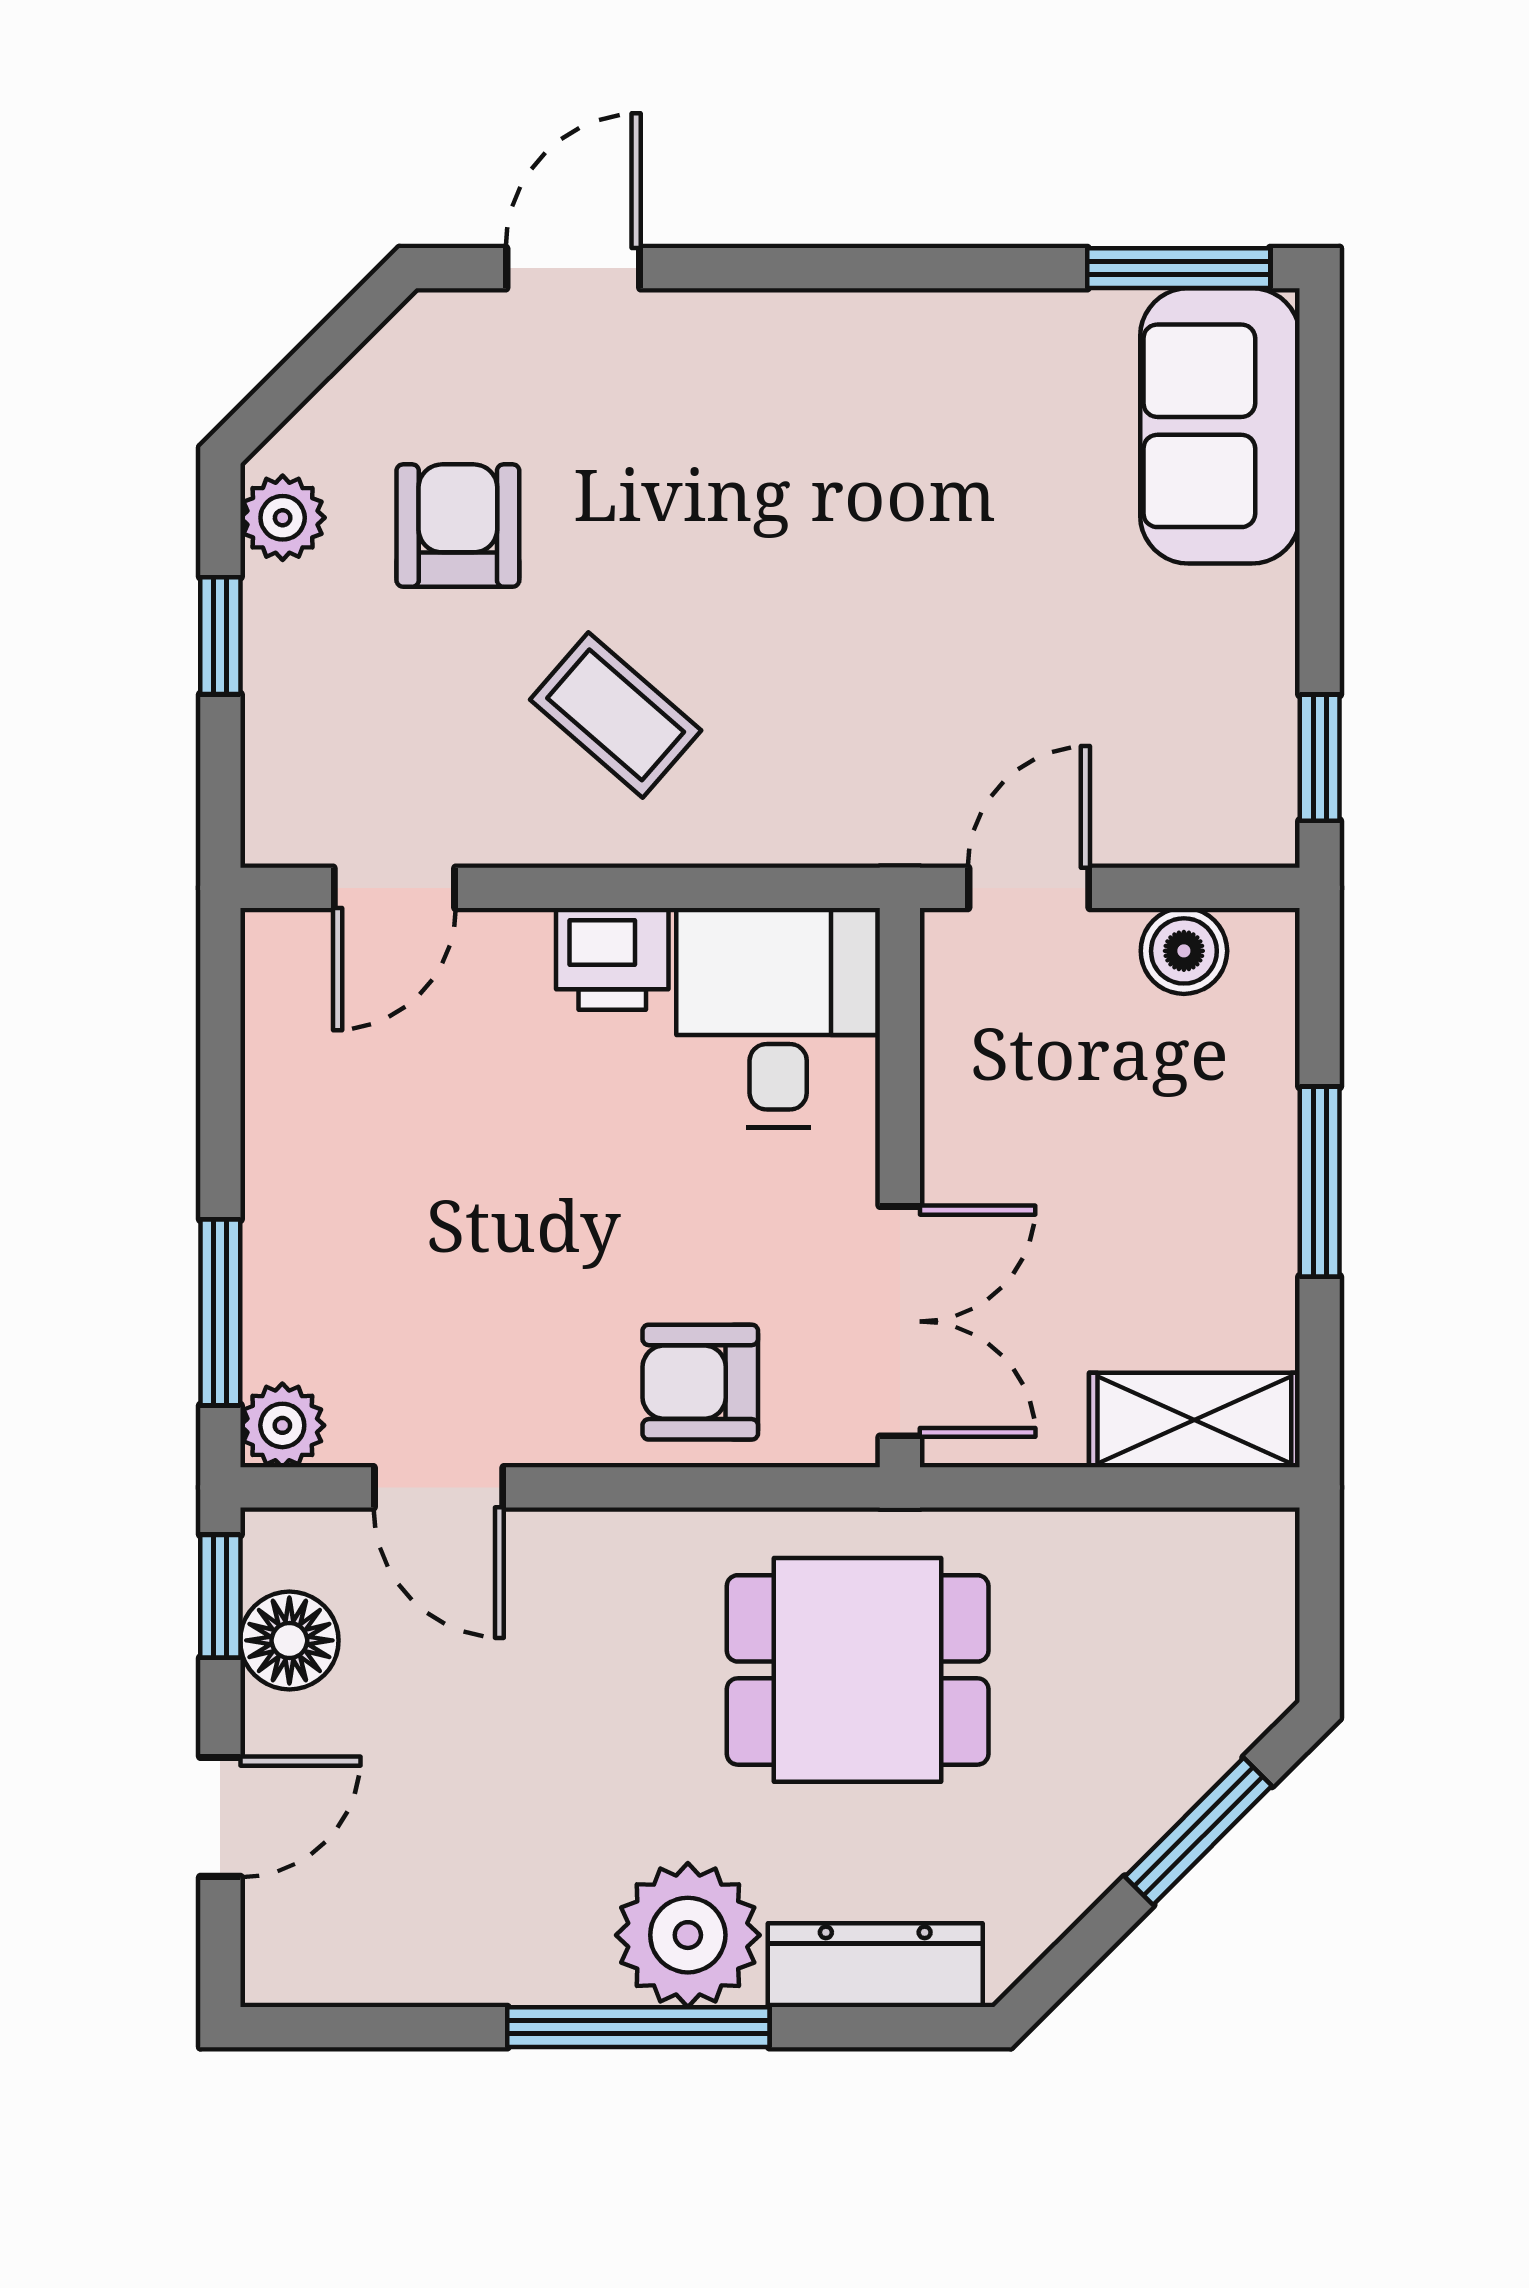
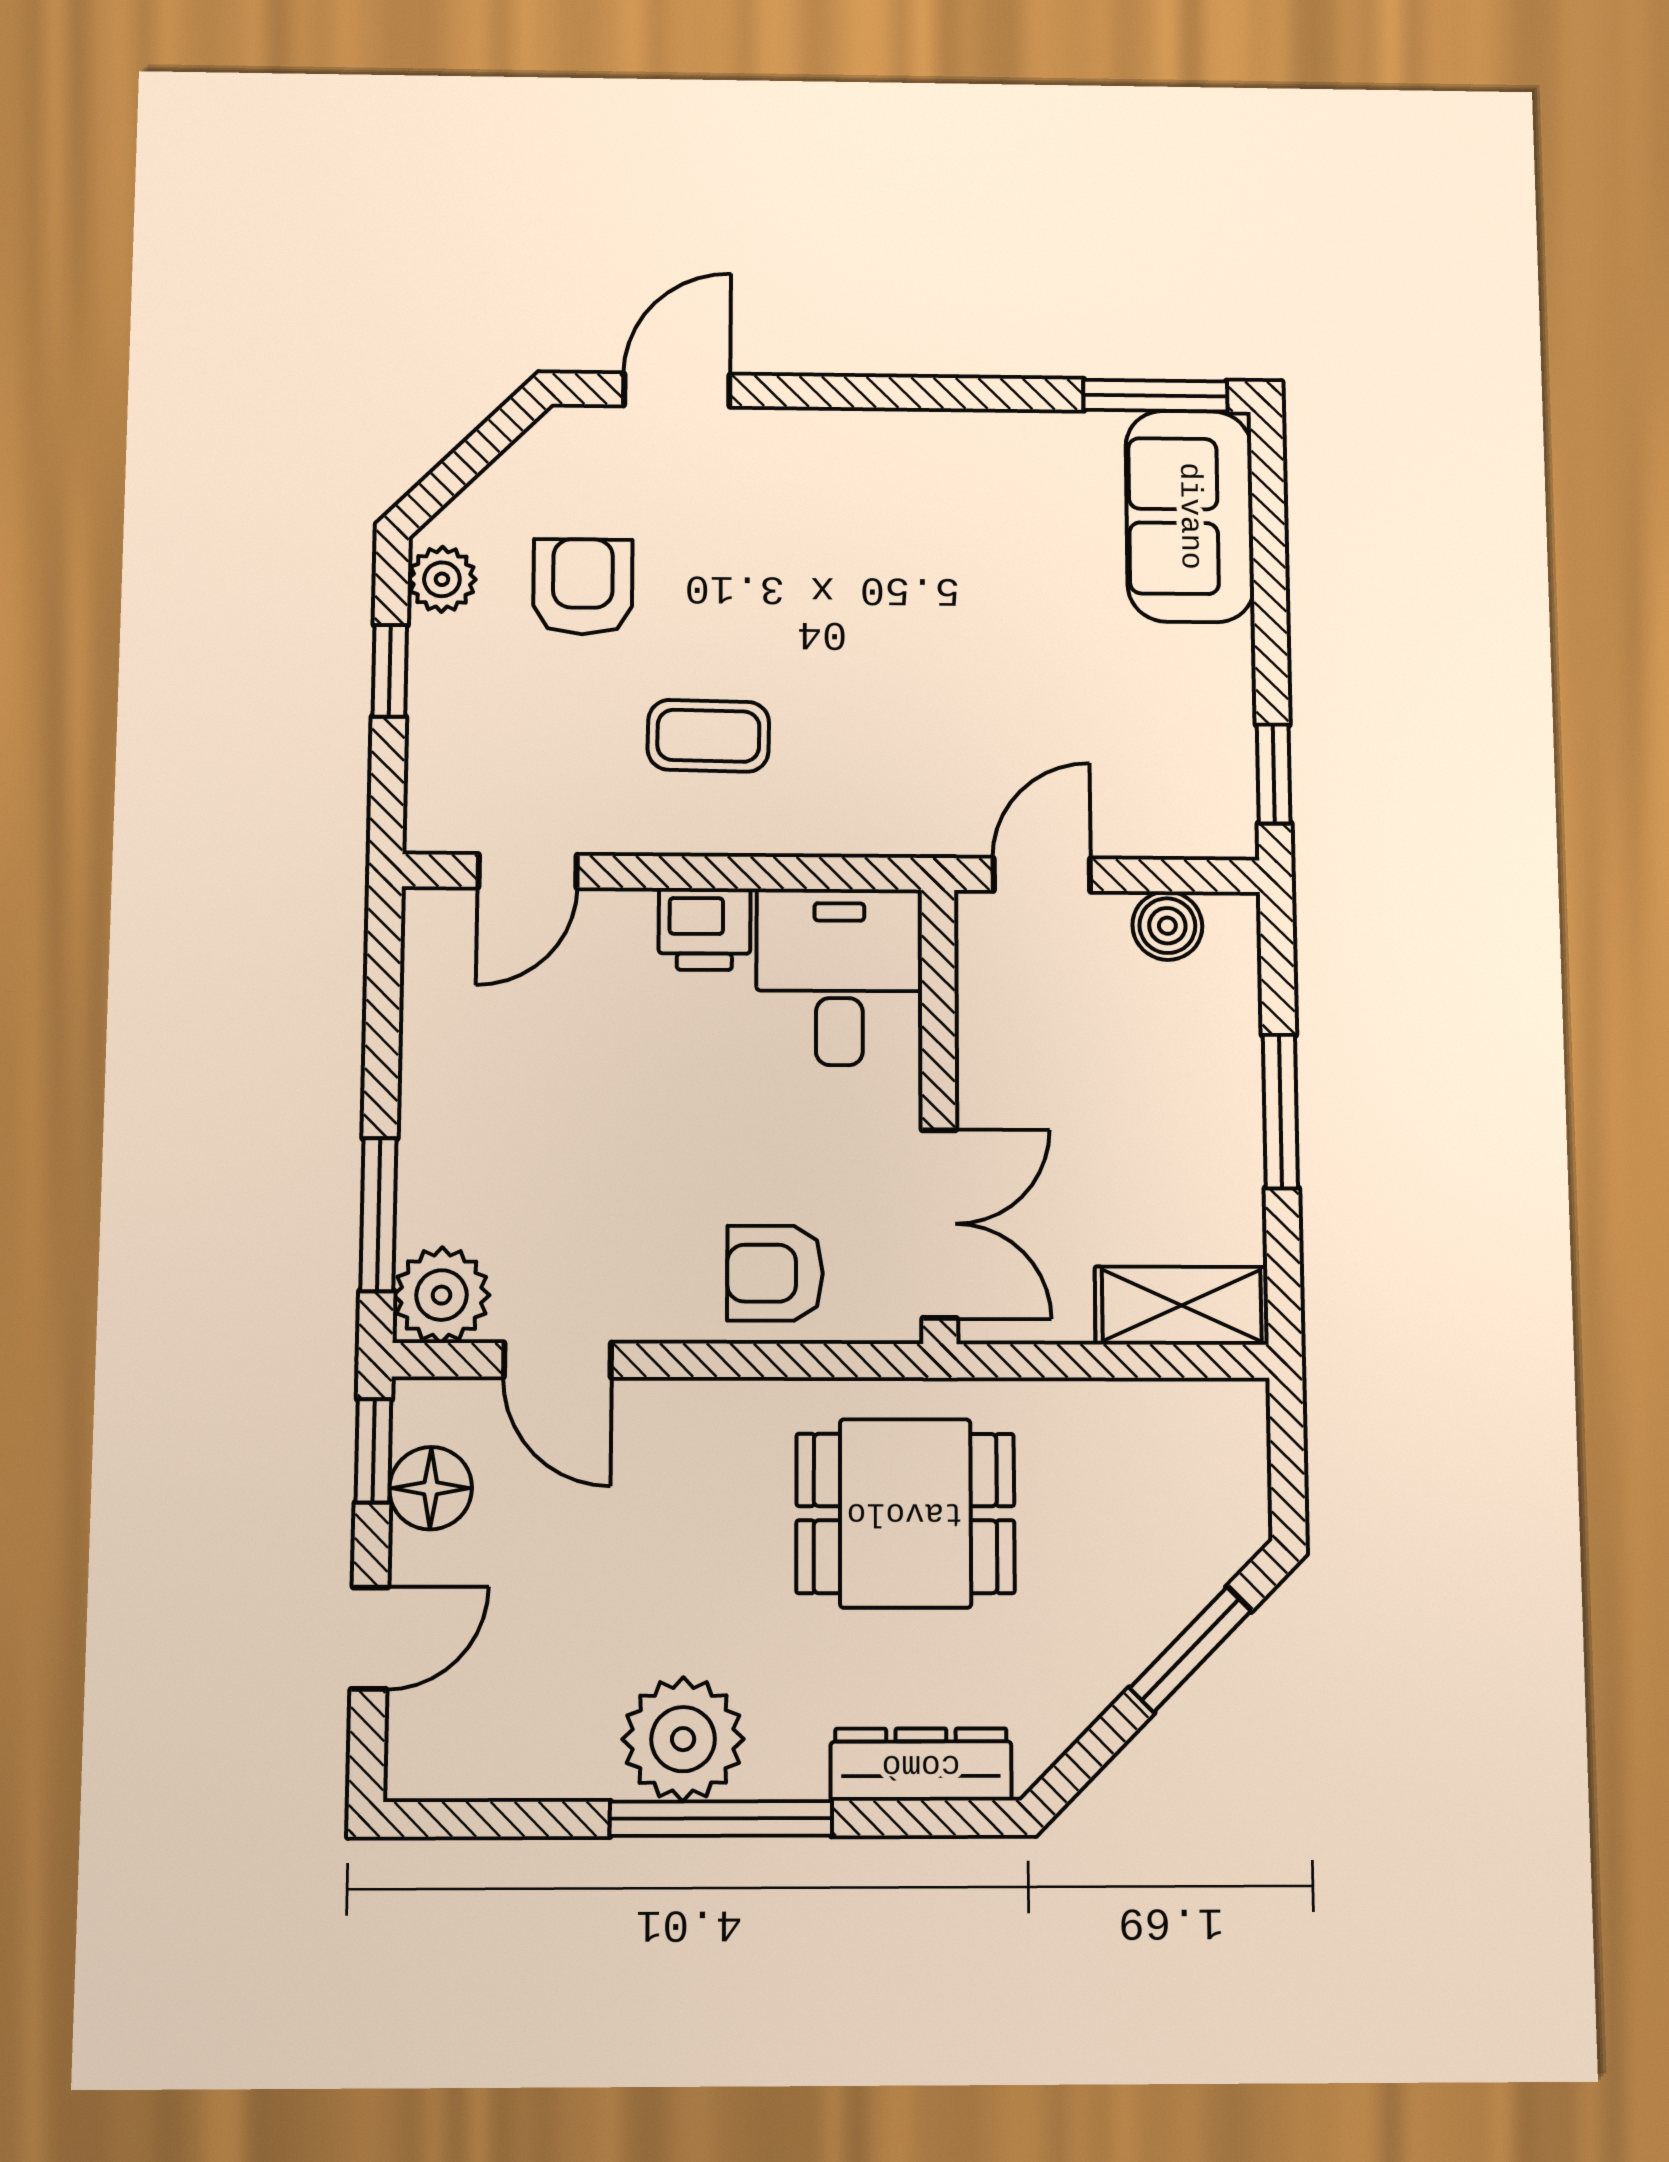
coffee table: (616, 715) -> (708, 736), turned -40
plant: (282, 1425) -> (441, 1295), width x1.38, depth x1.38
plant: (688, 1935) -> (683, 1739), moved

